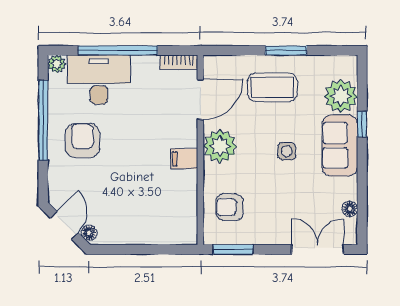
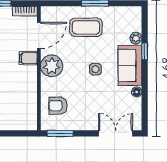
plant: (341, 96) -> (136, 38), width x0.53, depth x0.53
filing cabinet: (184, 159) -> (28, 58), moved
floor lamp: (350, 209) -> (137, 92), moved

